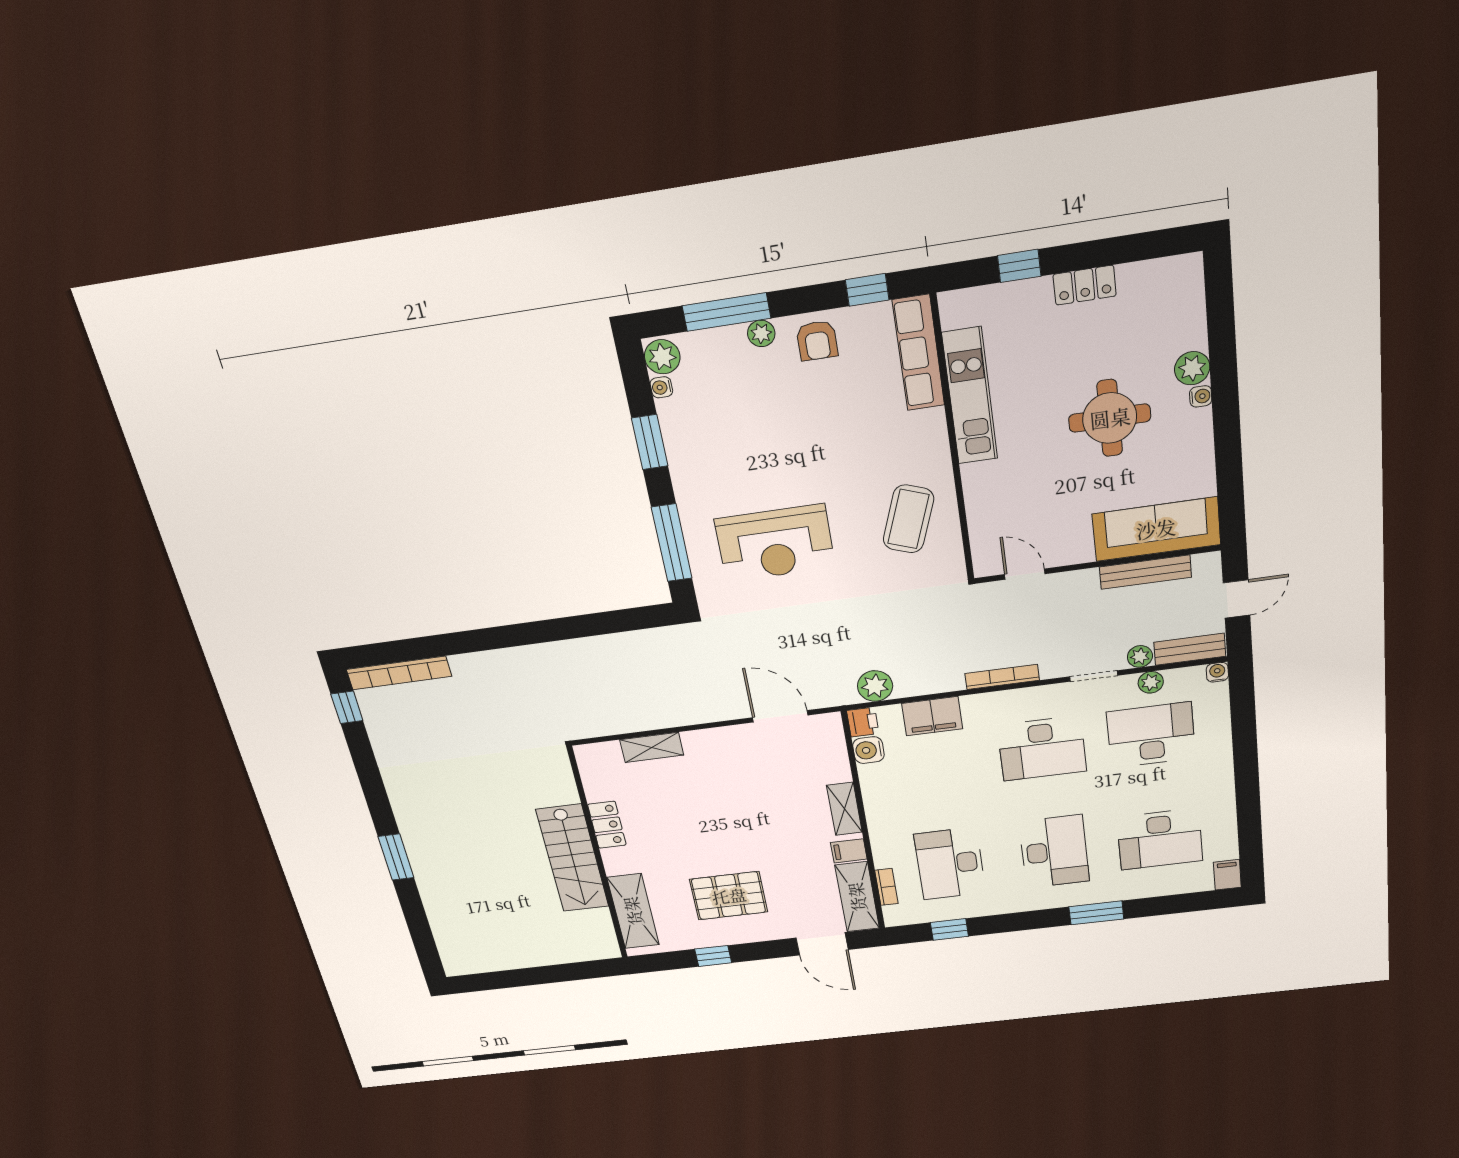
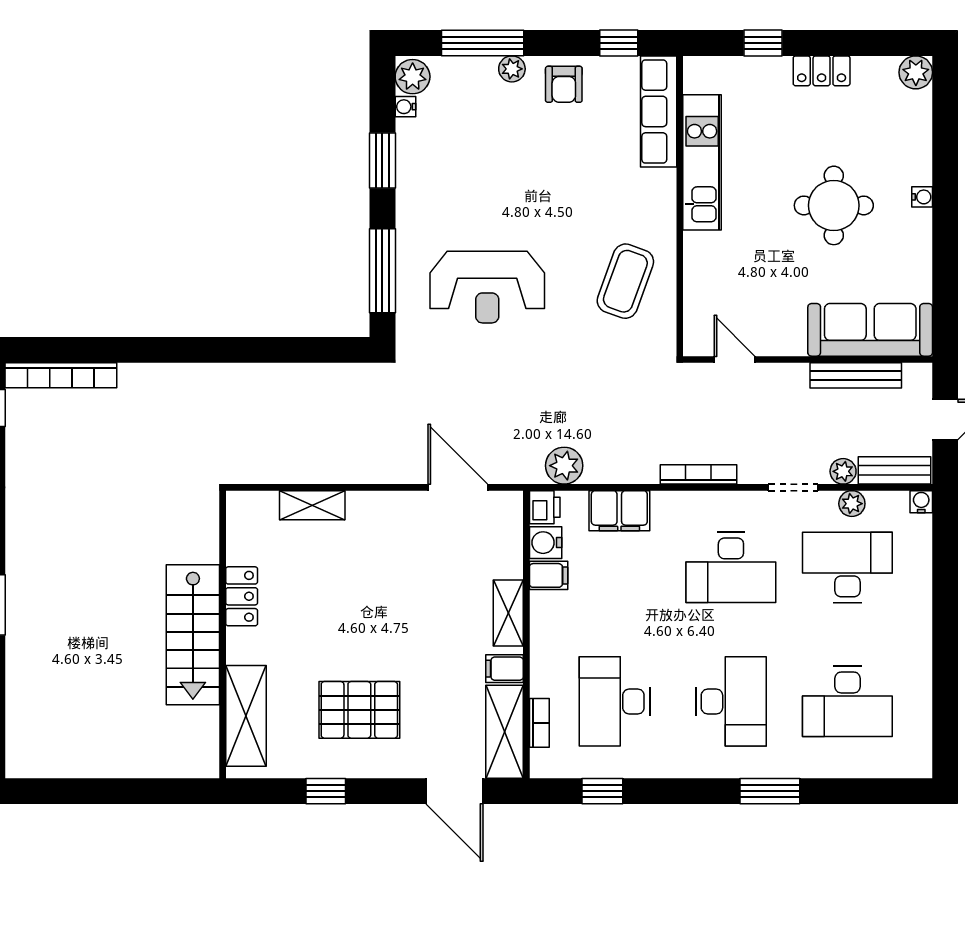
plant: (1192, 368) -> (916, 72), moved
filing cabinet: (1227, 875) -> (549, 575), moved, turned 90

